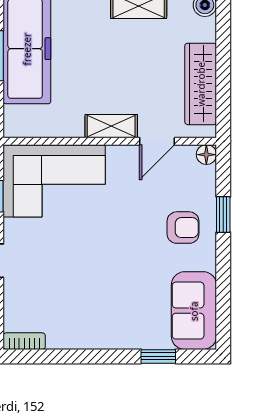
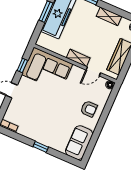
window: (223, 215) -> (106, 111), removed
window: (158, 356) -> (41, 147), moved

